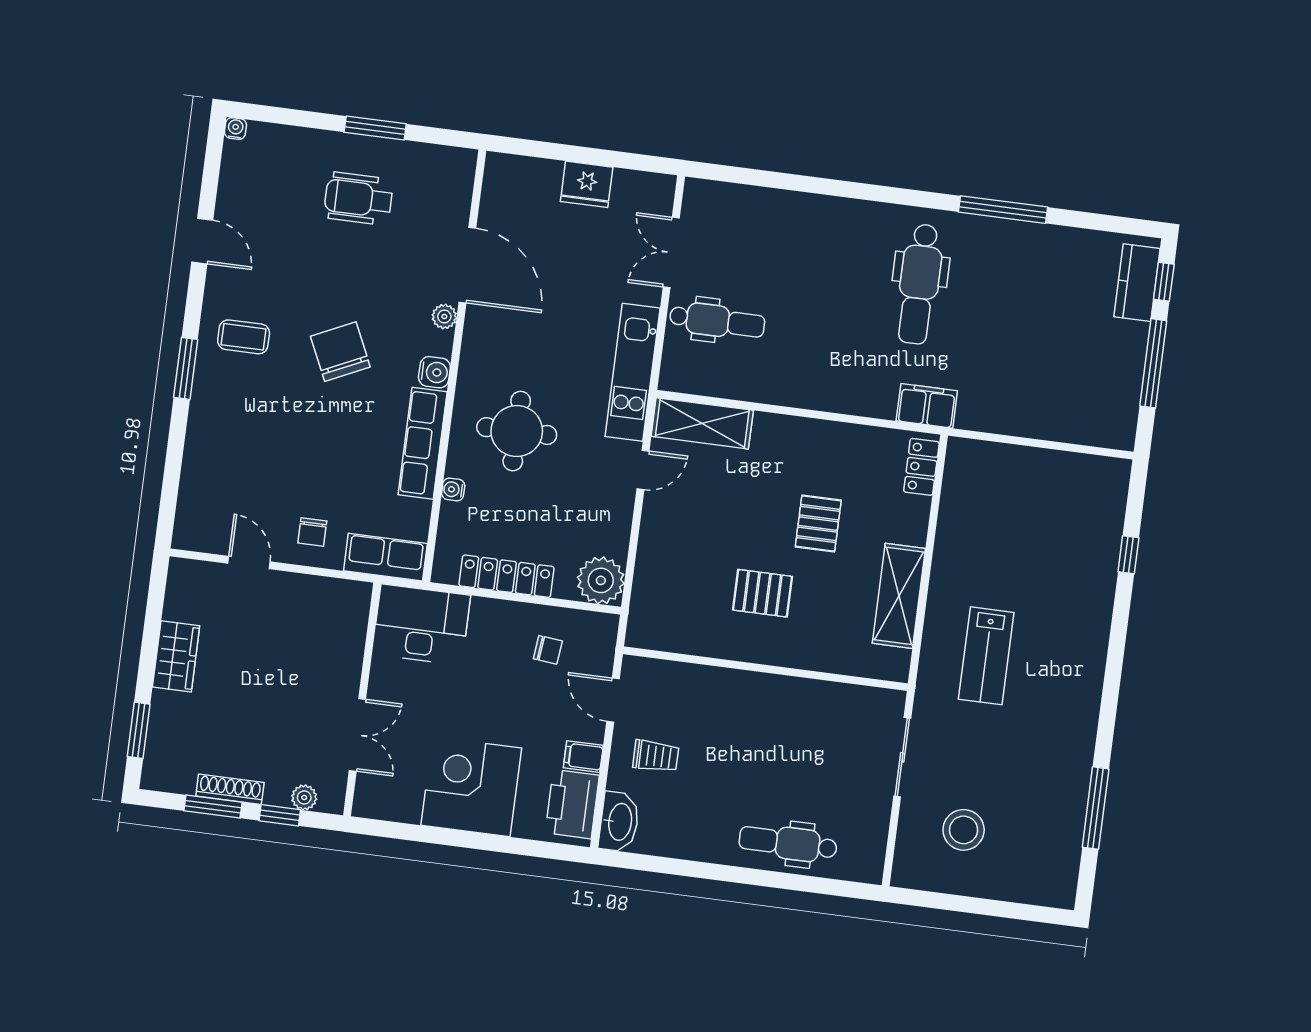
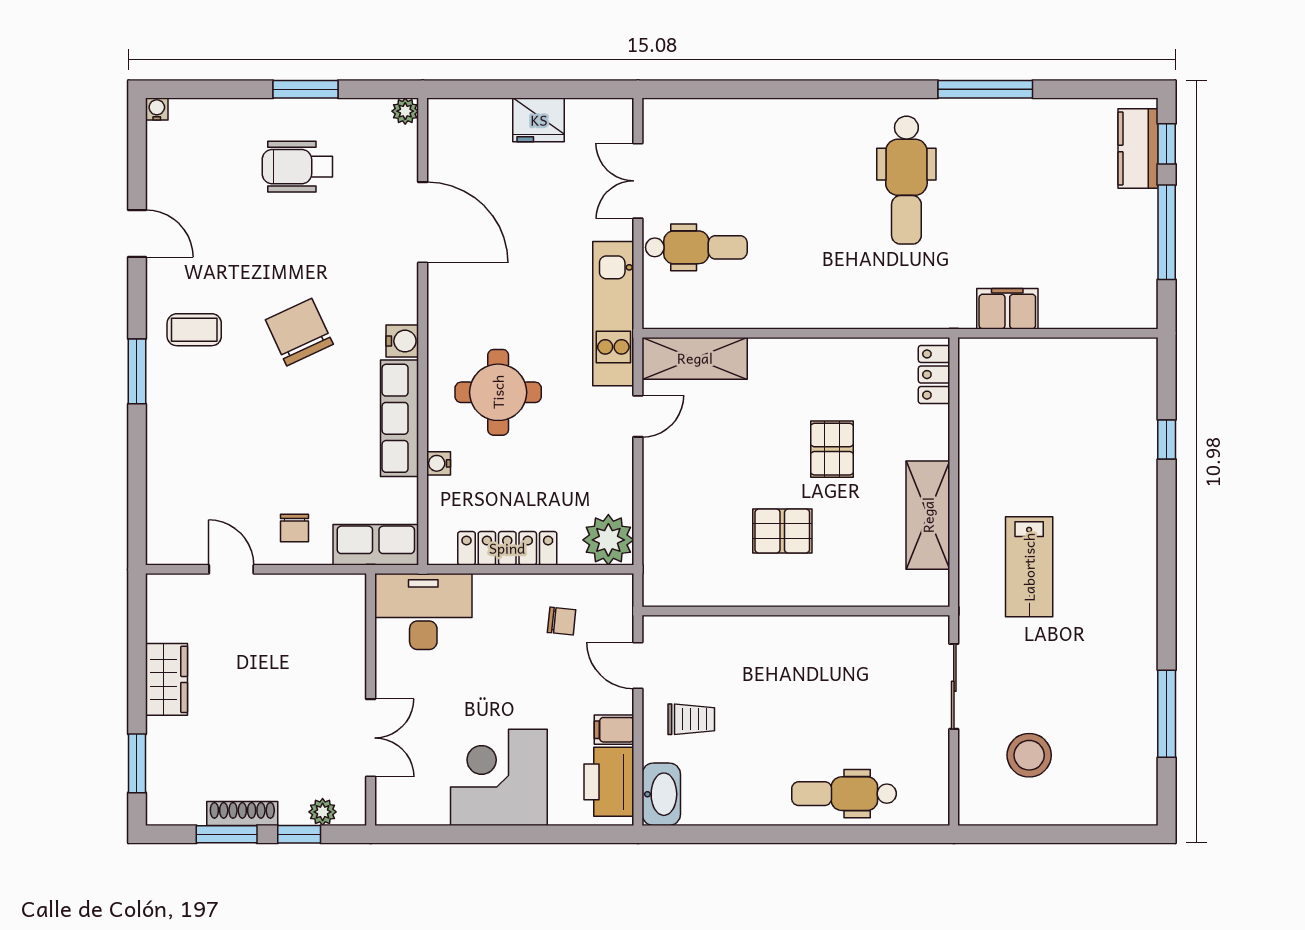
plant: (444, 317) -> (405, 111), moved
filing cabinet: (927, 406) -> (1007, 309), moved

